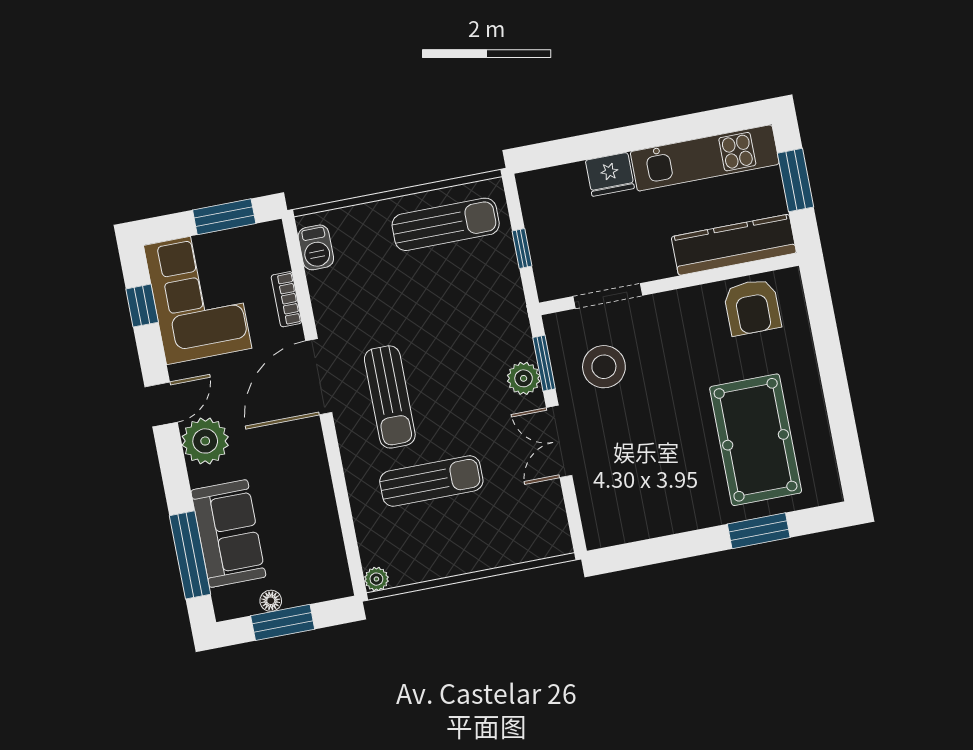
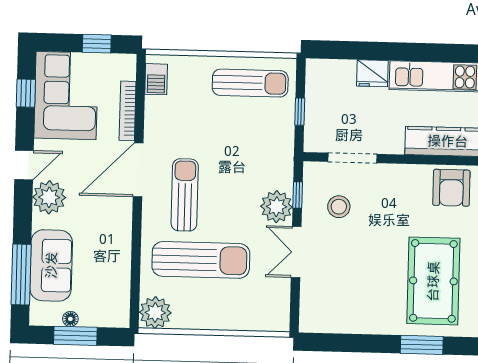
window: (224, 217) -> (97, 44), width x0.67
bookcase: (286, 299) -> (128, 111), width x1.56
window: (544, 363) -> (298, 195), width x0.67
stool: (604, 367) -> (339, 207), width x0.73, depth x0.73
plant: (524, 378) -> (277, 207), width x1.36, depth x1.36
sun lounger: (390, 397) -> (185, 195), turned 180
sun lounger: (431, 481) -> (201, 260), width x1.36, depth x1.34
plant: (376, 579) -> (155, 313), width x1.87, depth x1.87

